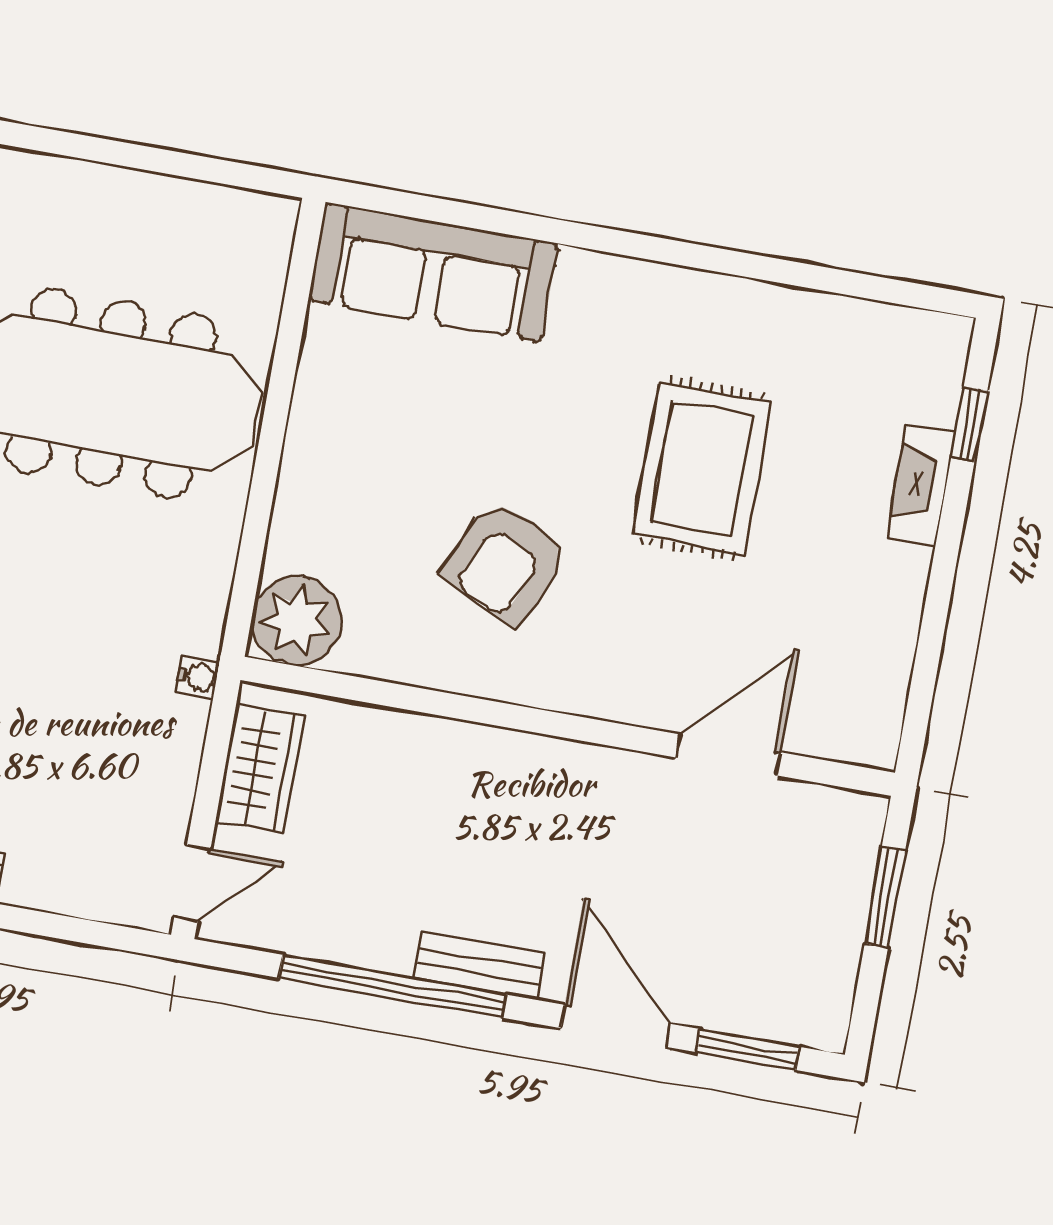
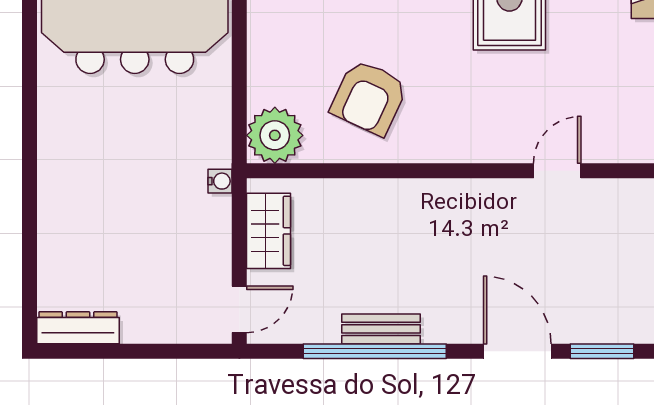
armchair: (505, 562) -> (369, 97), moved
door: (728, 755) -> (557, 171), width x0.73
bench: (479, 966) -> (381, 329), moved

